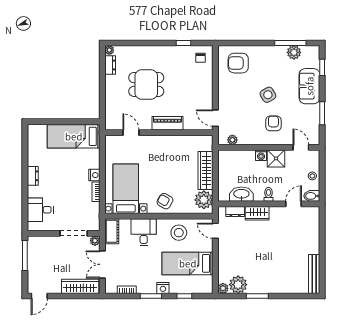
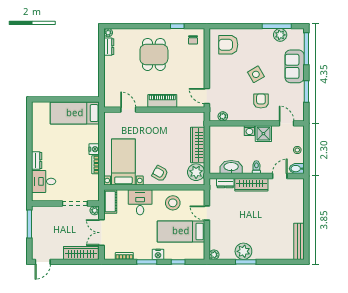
window: (322, 67) -> (306, 49), width x2.17
dining table: (146, 84) -> (154, 54), moved, turned 90
dresser: (33, 176) -> (37, 161), moved
wardrobe: (257, 213) -> (251, 185), width x1.50
door: (215, 231) -> (207, 213), moved
plant: (238, 285) -> (243, 251), moved

